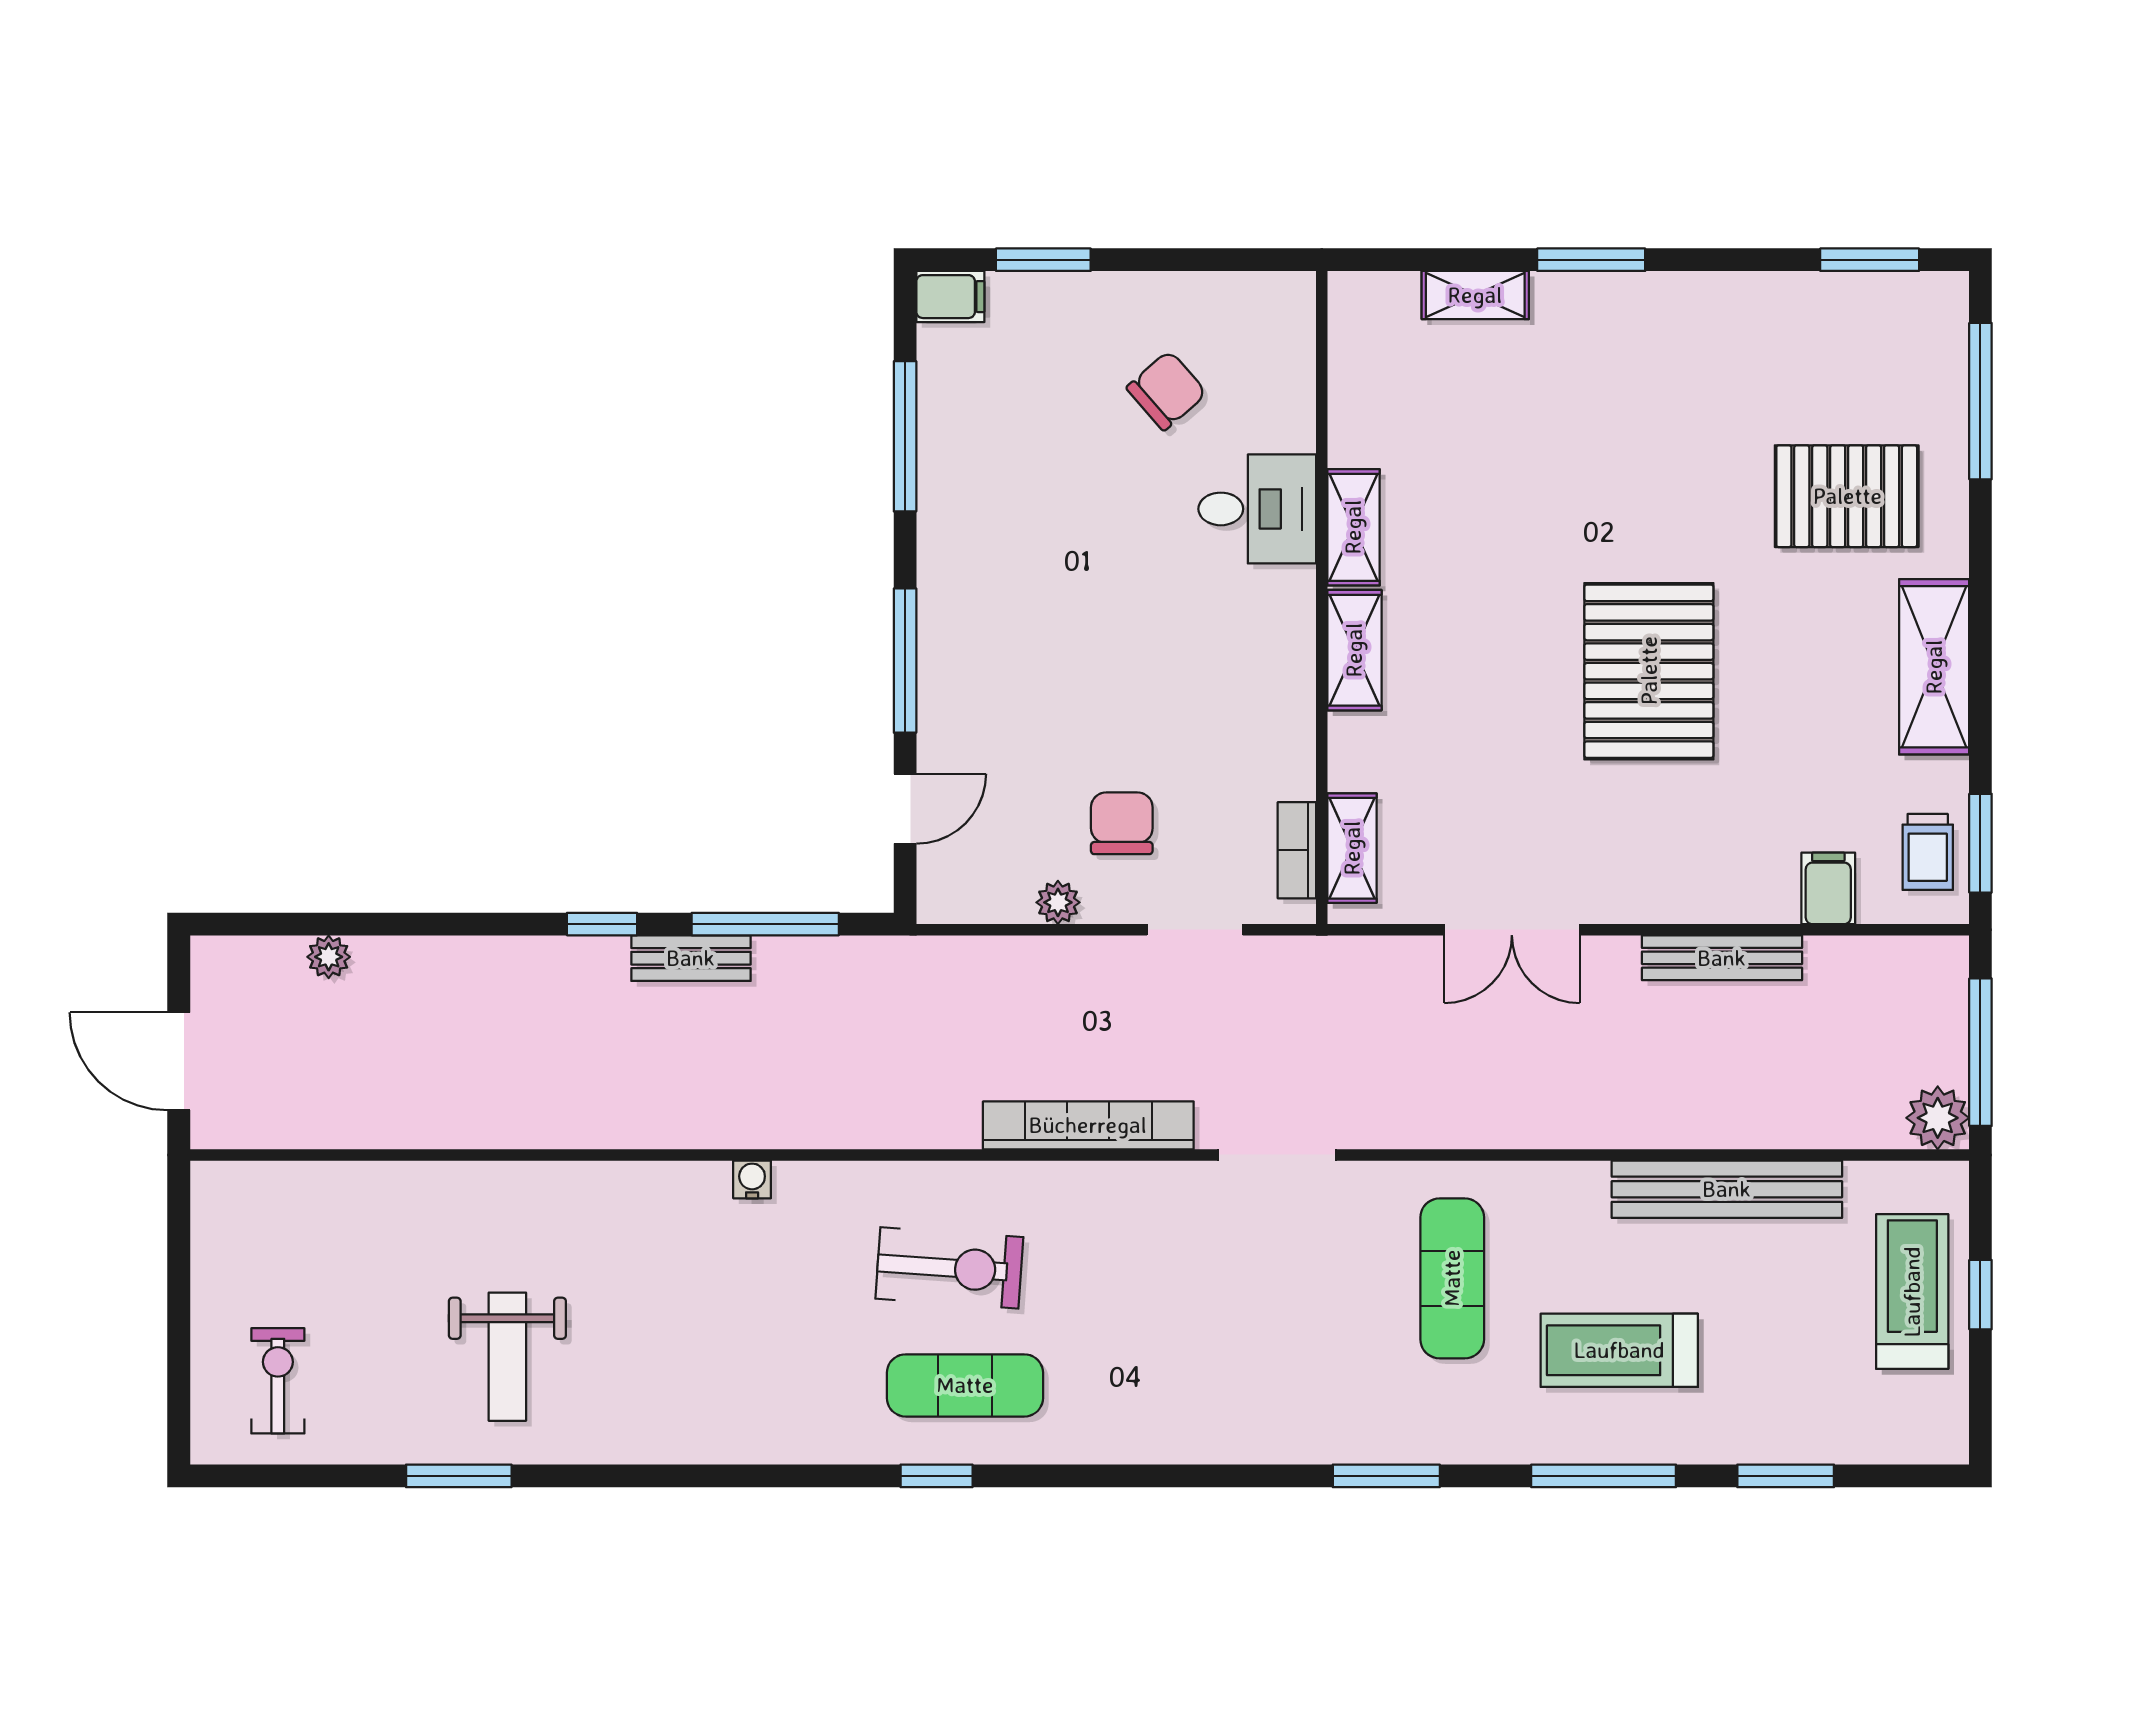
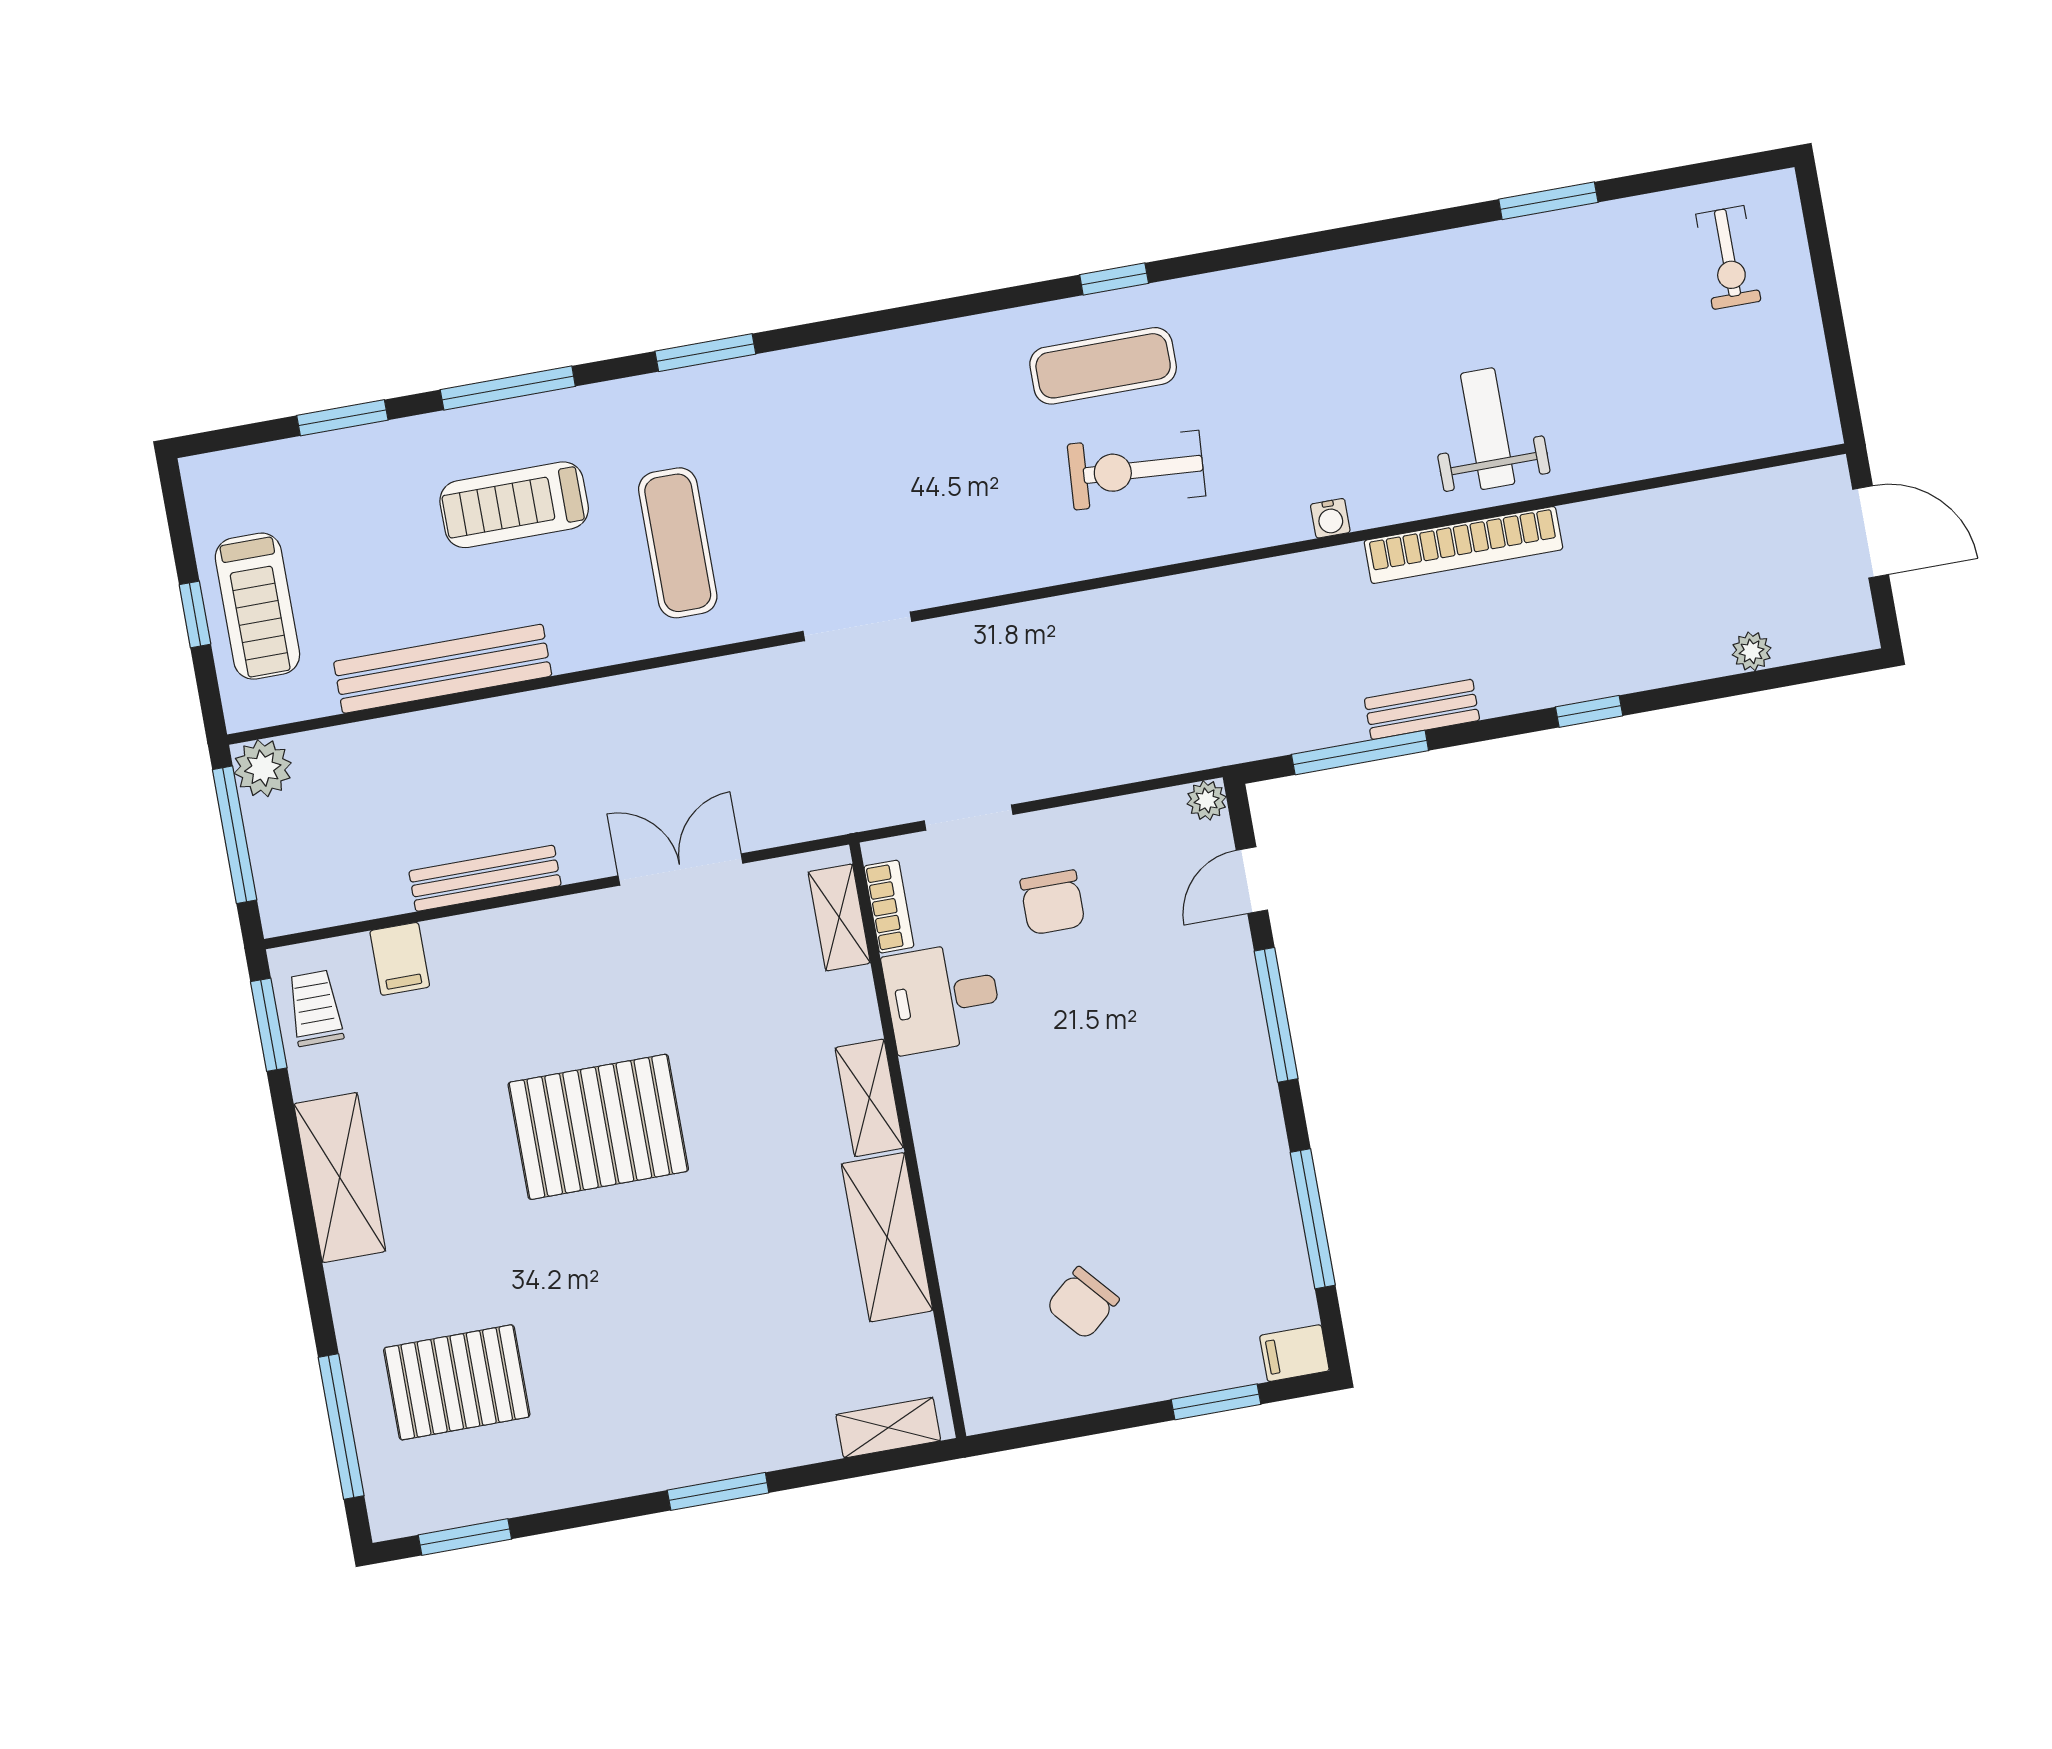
shelving: (1475, 295) -> (888, 1428), moved
pallet: (1847, 496) -> (457, 1382), moved
desk: (1257, 509) -> (942, 997), moved
shelving: (1353, 527) -> (887, 1237), width x1.50, depth x1.33
pallet: (1649, 671) -> (598, 1127), turned 90
plant: (1058, 902) -> (1207, 800), moved
window: (602, 924) -> (1589, 711), moved
bookcase: (1088, 1125) -> (1463, 545), moved
treadmill: (1619, 1350) -> (514, 505), turned 180
weight bench: (507, 1357) -> (1488, 429), moved

